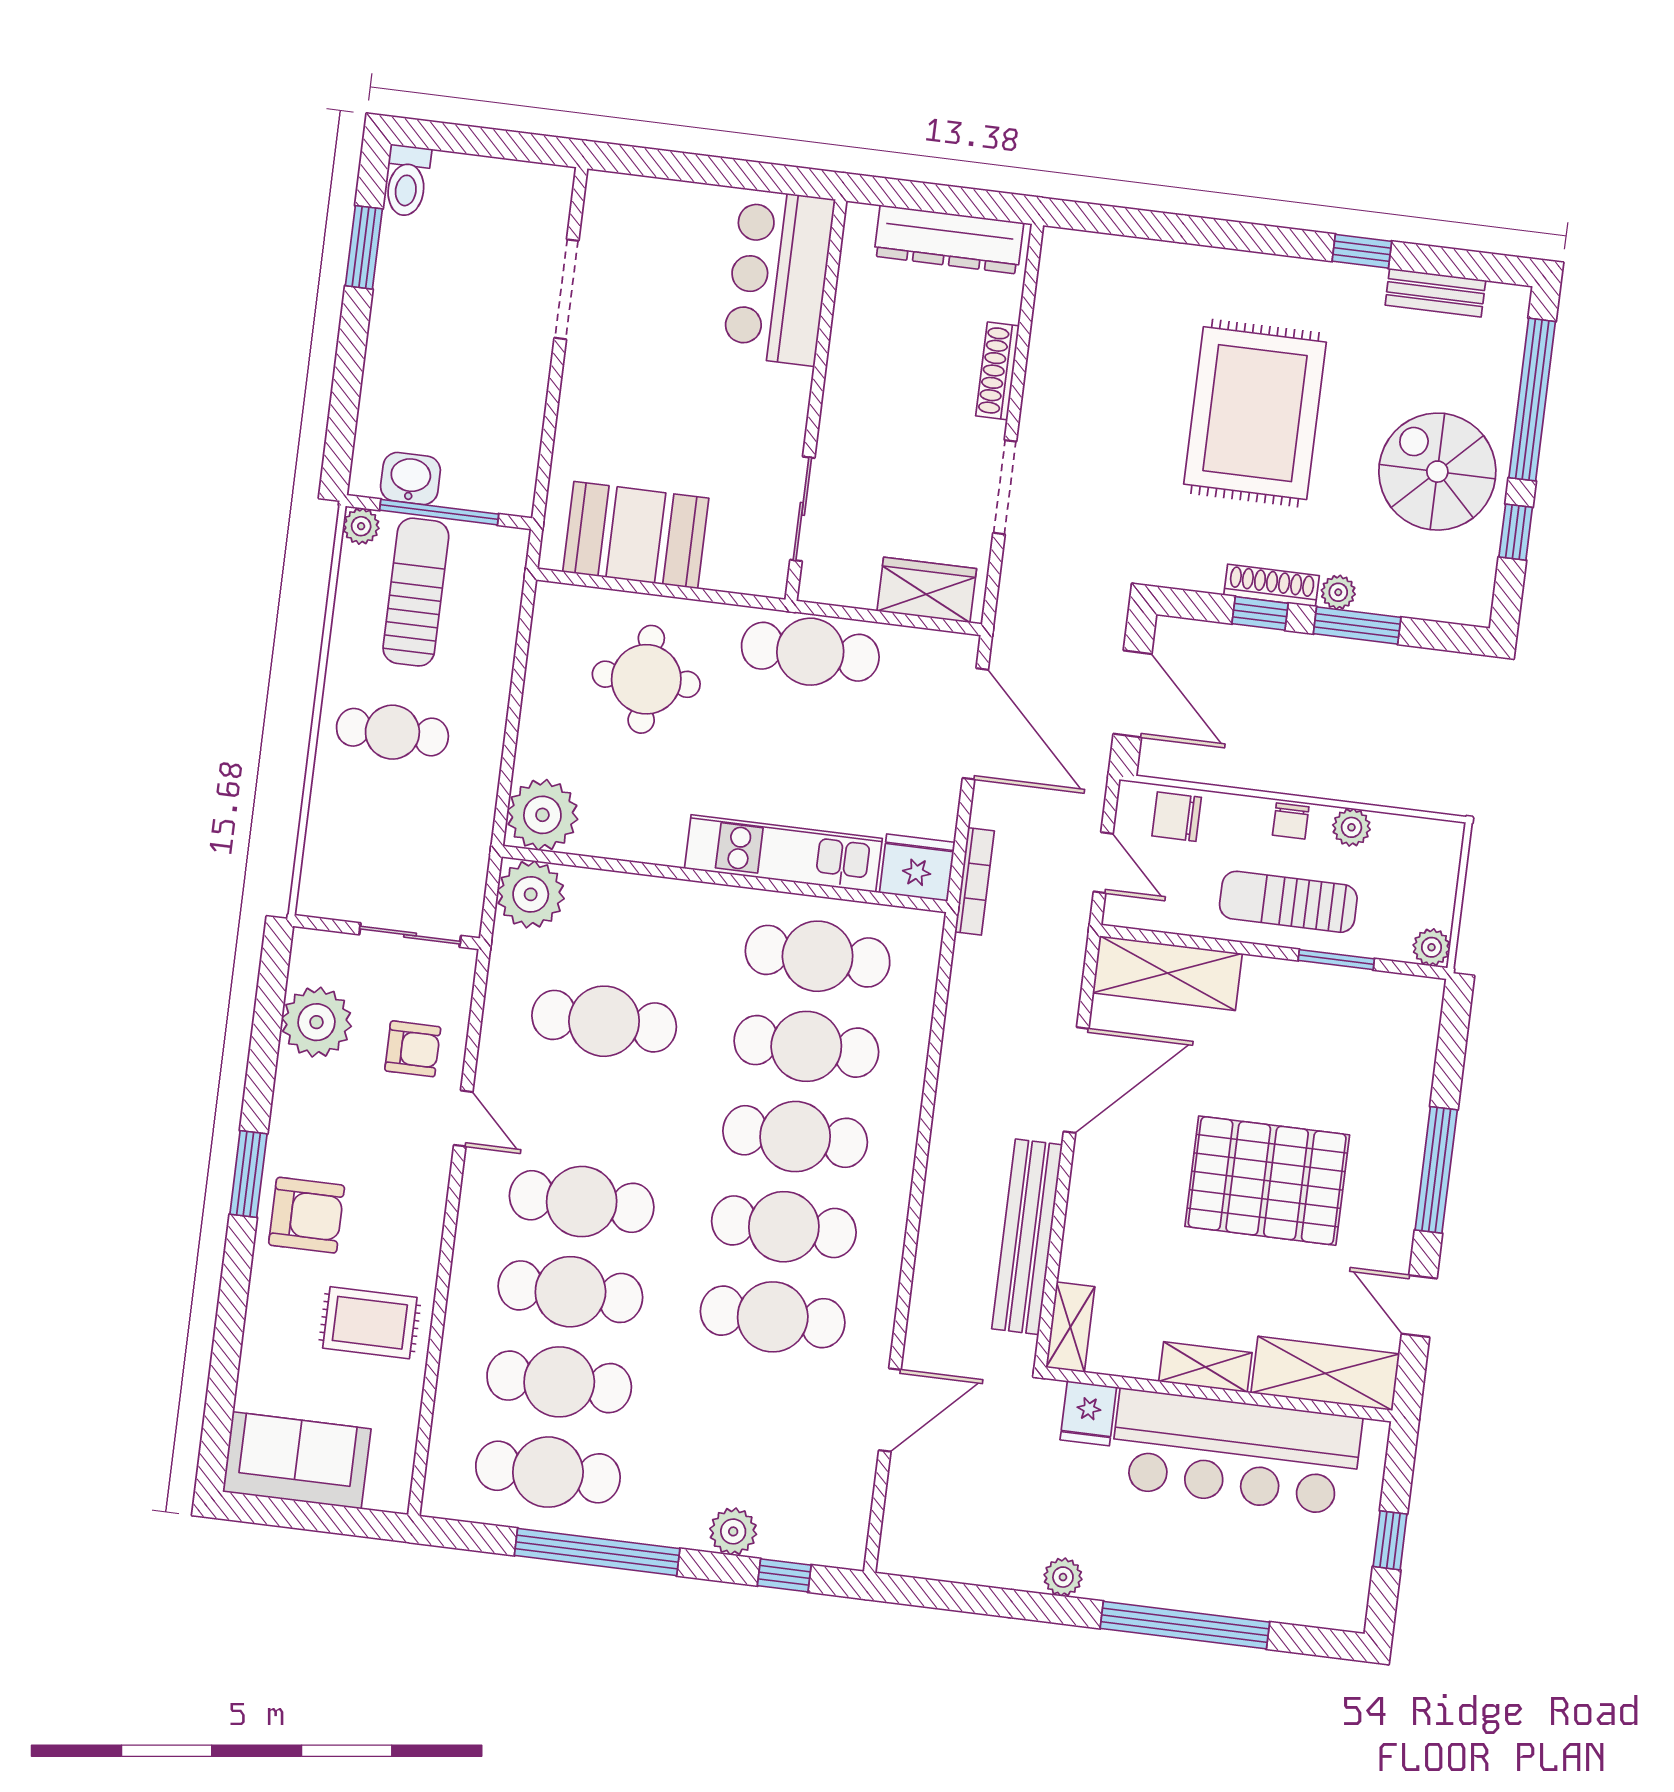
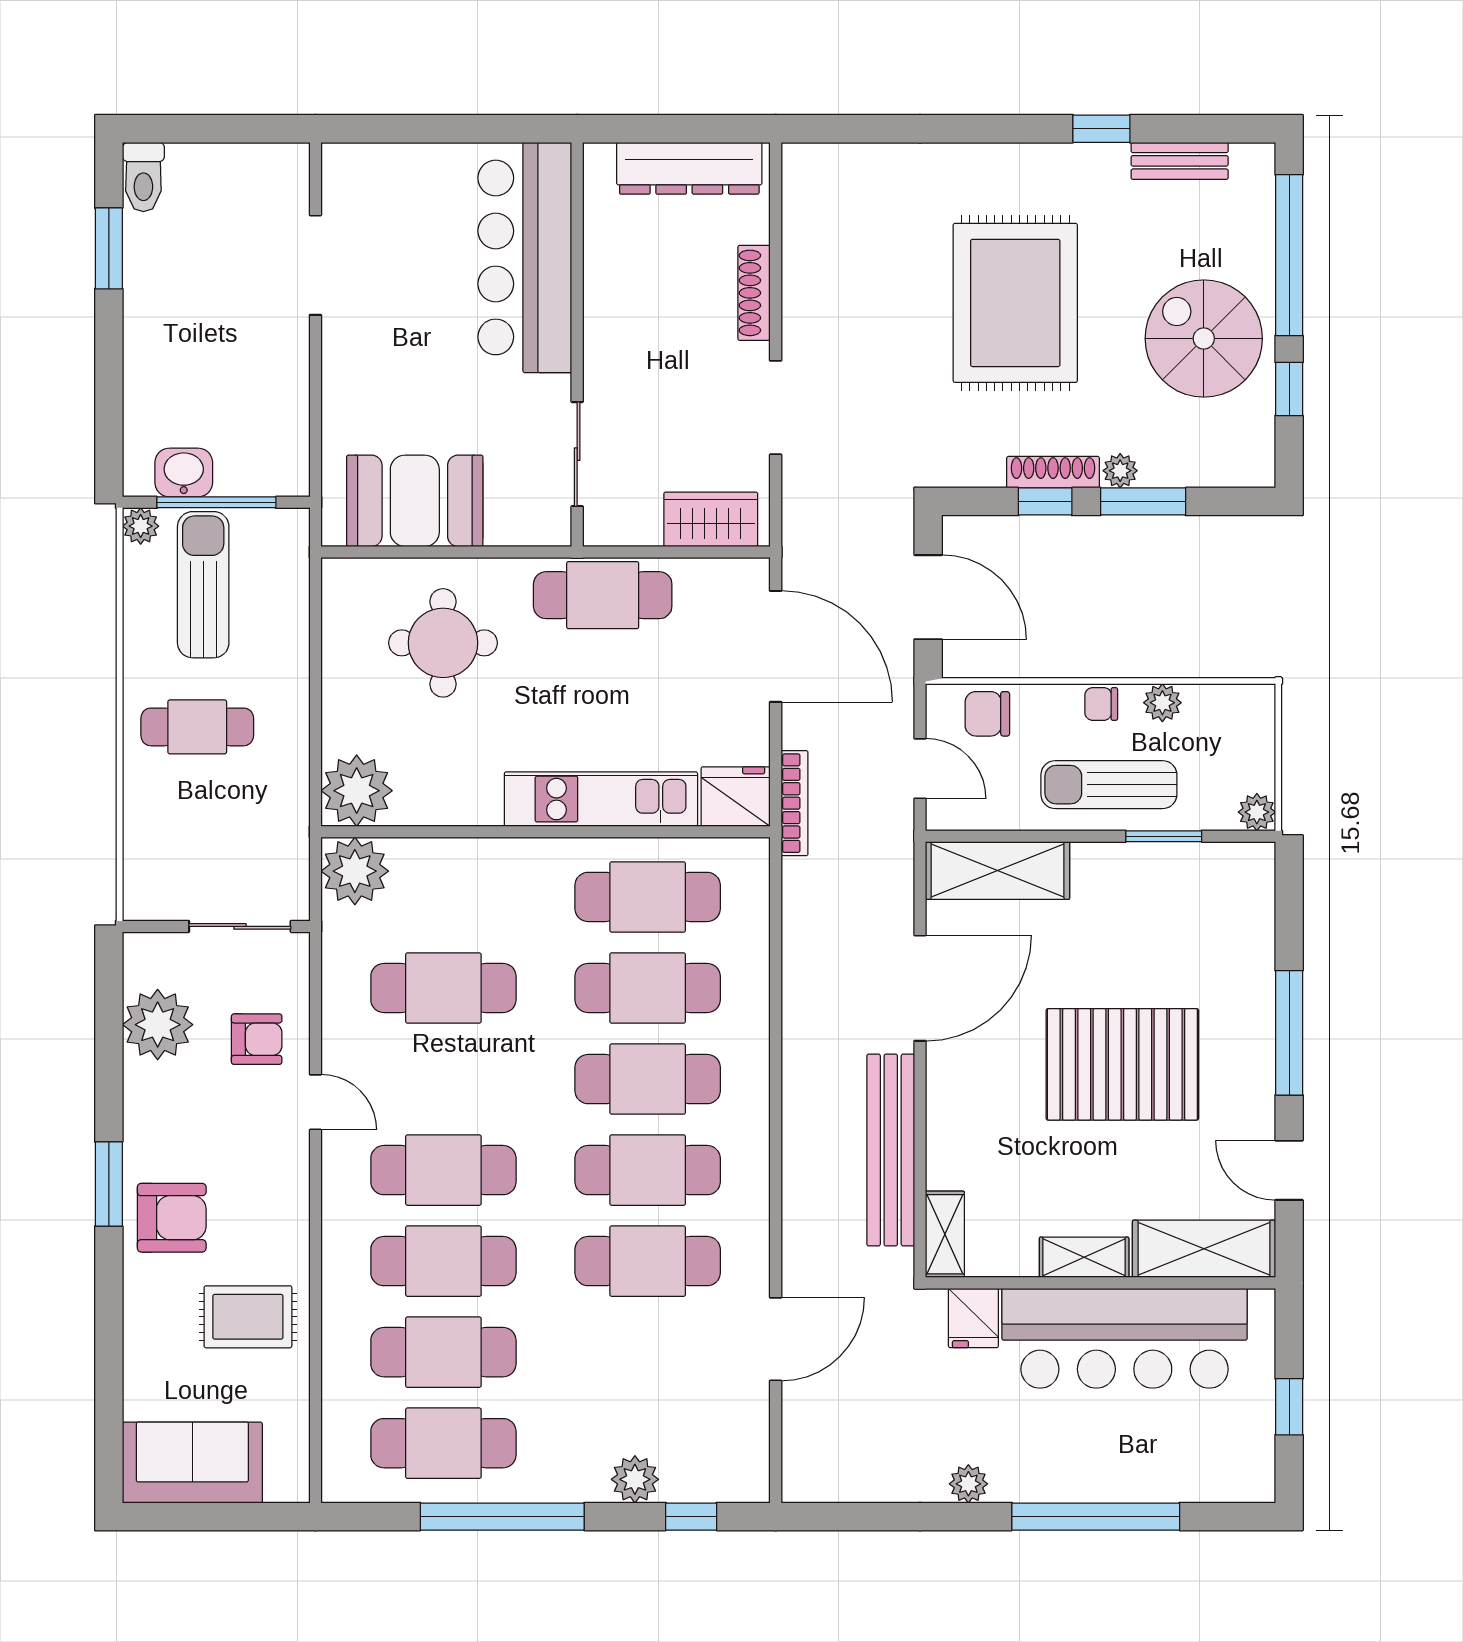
bar counter: (779, 277) -> (525, 257), width x1.36
chair: (1291, 821) -> (1101, 704), turned 90

